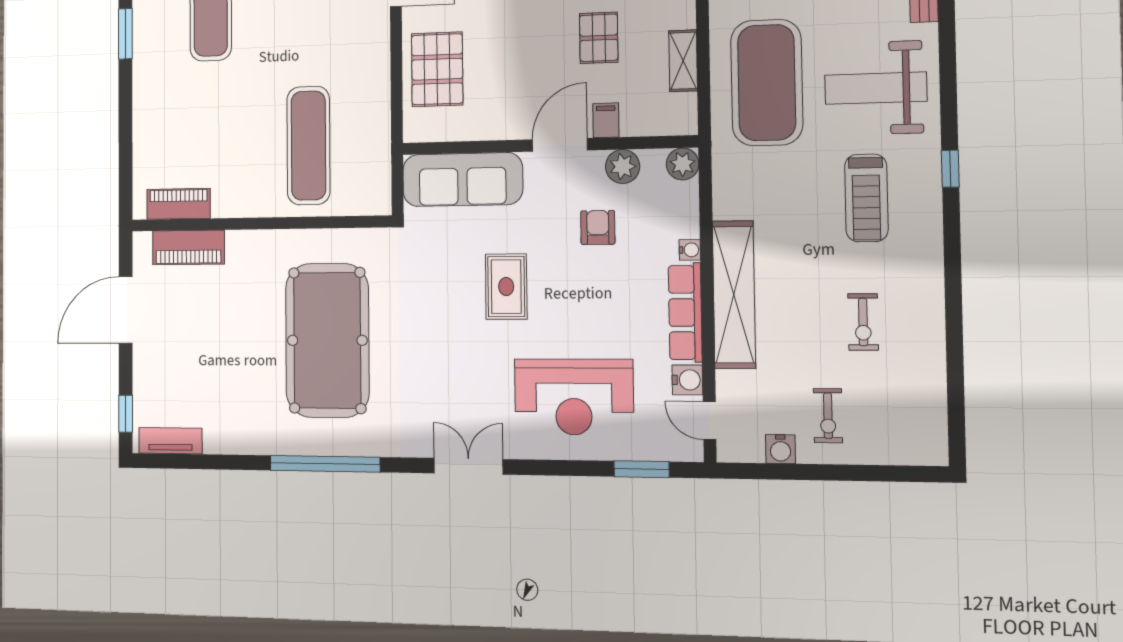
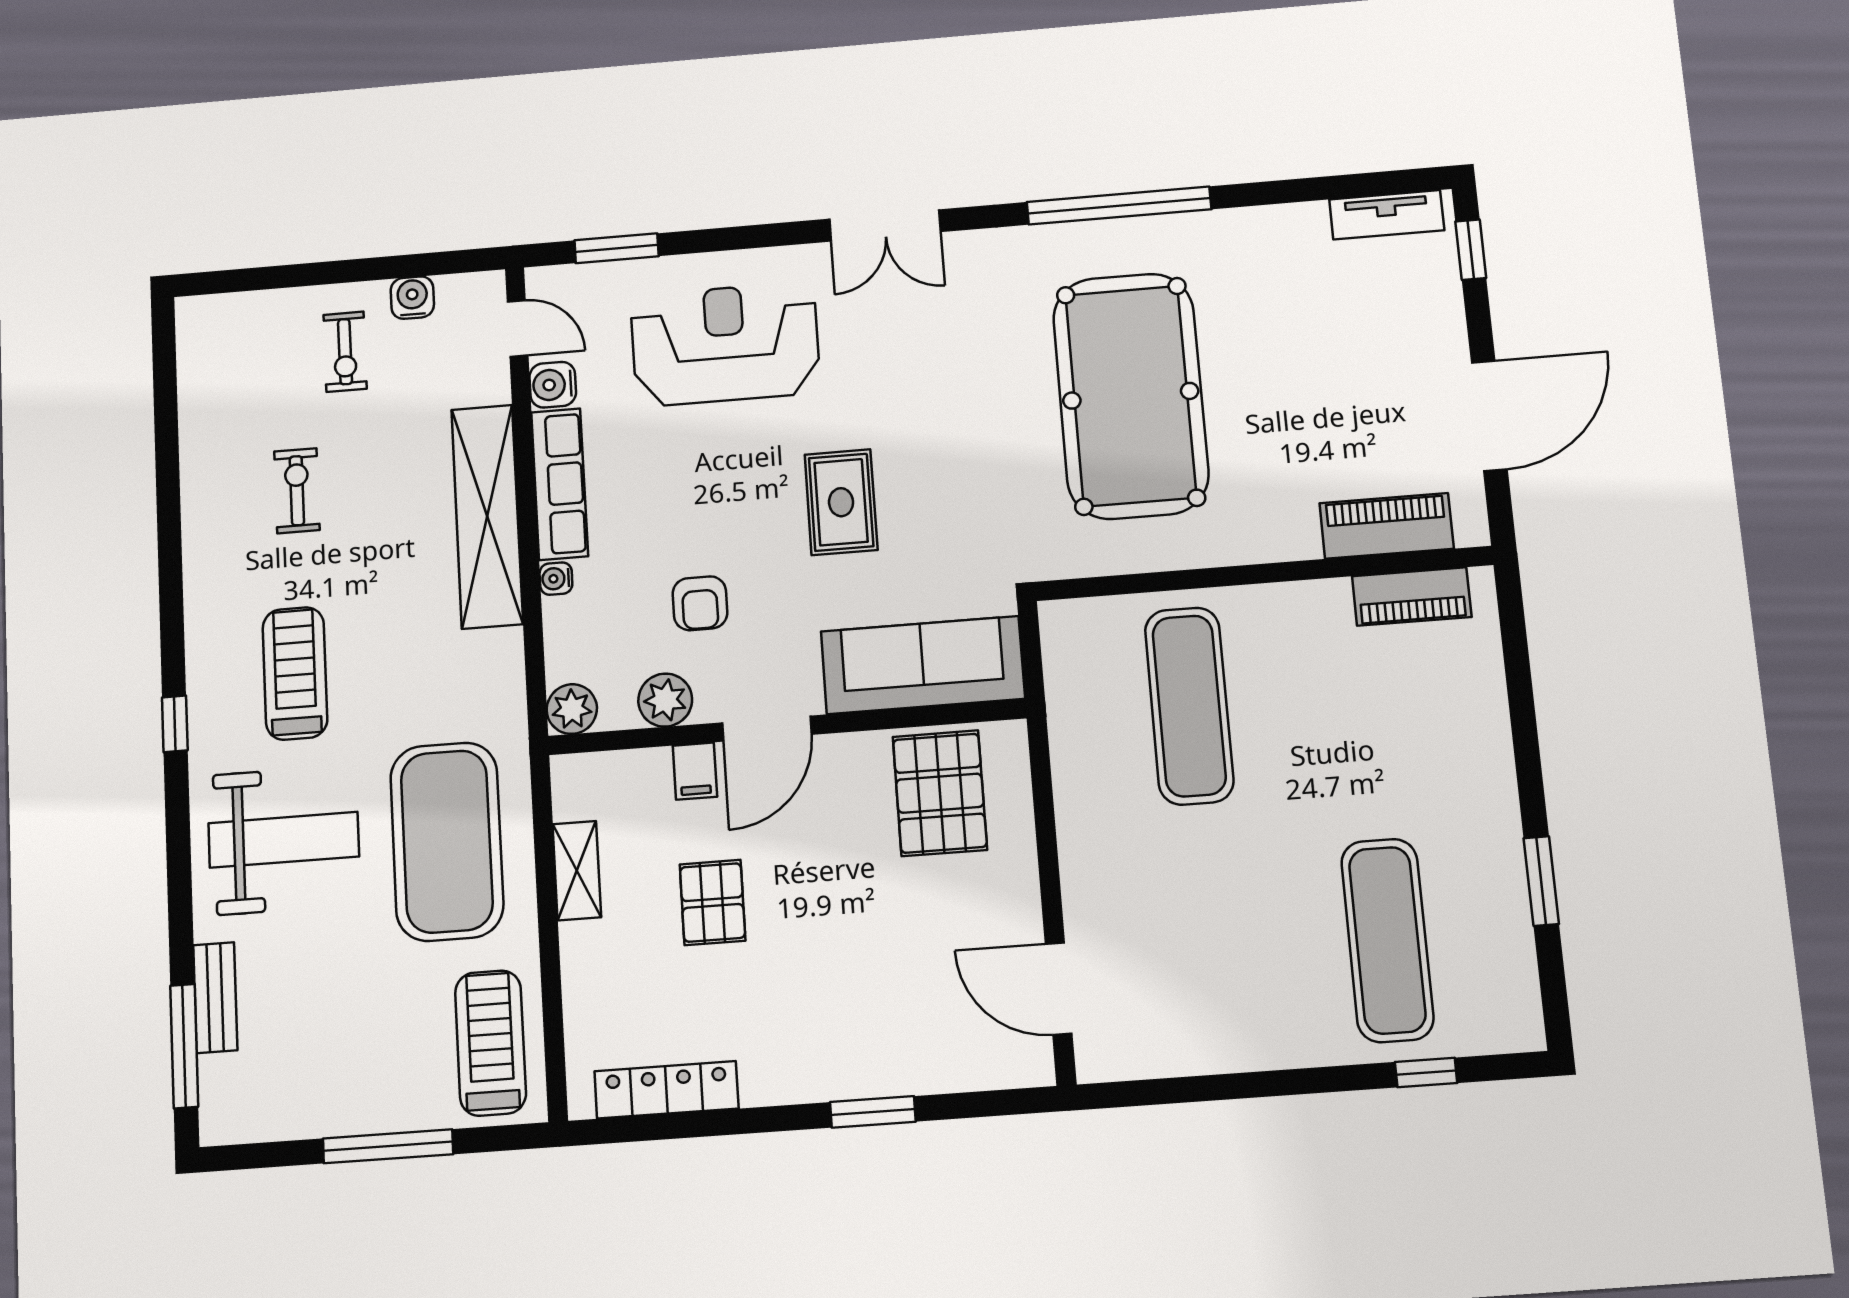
pallet: (437, 69) -> (940, 793), moved
exercise bike: (828, 416) -> (345, 352), turned 180

